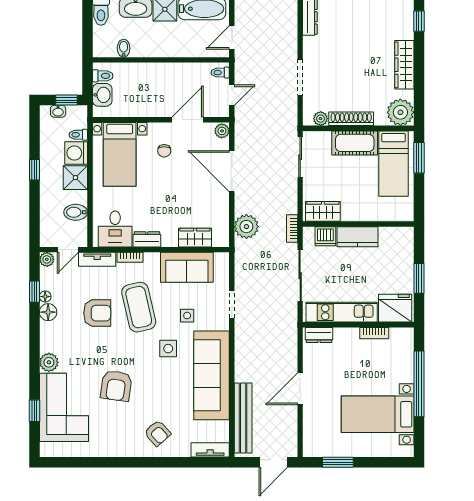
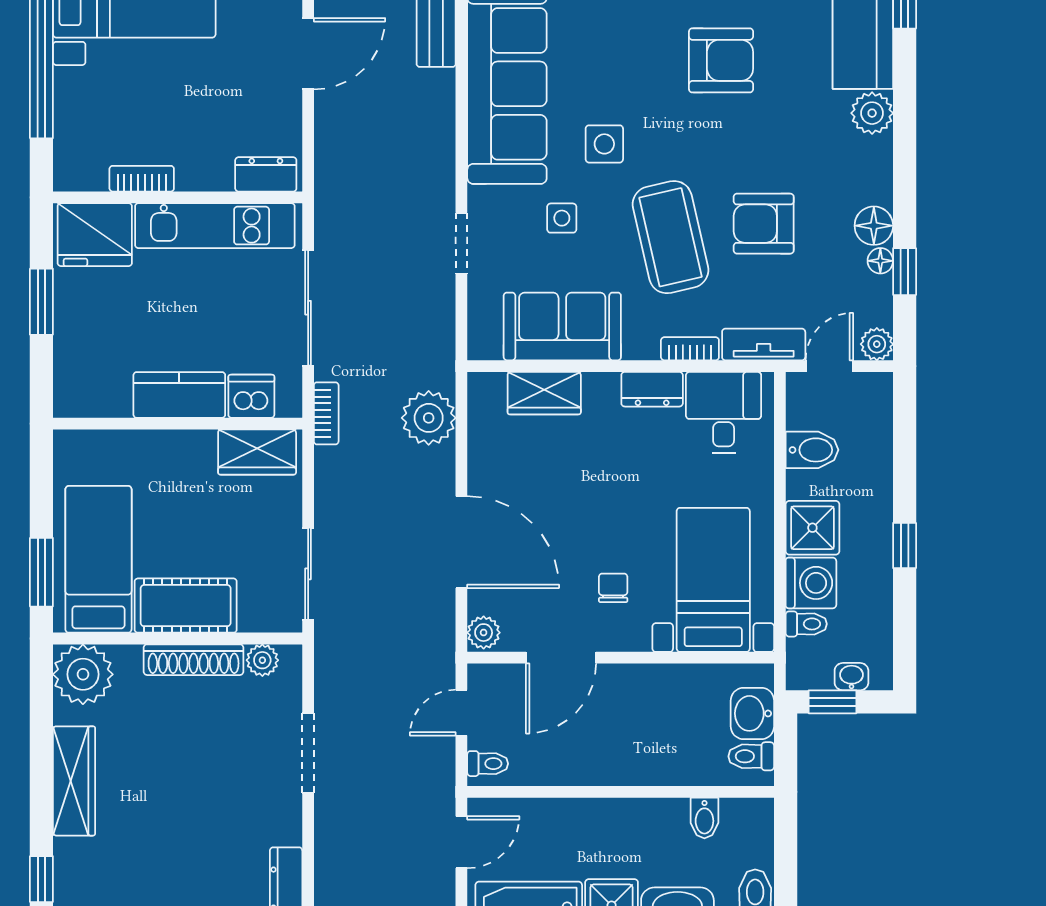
armchair: (116, 386) -> (721, 60), turned 82

